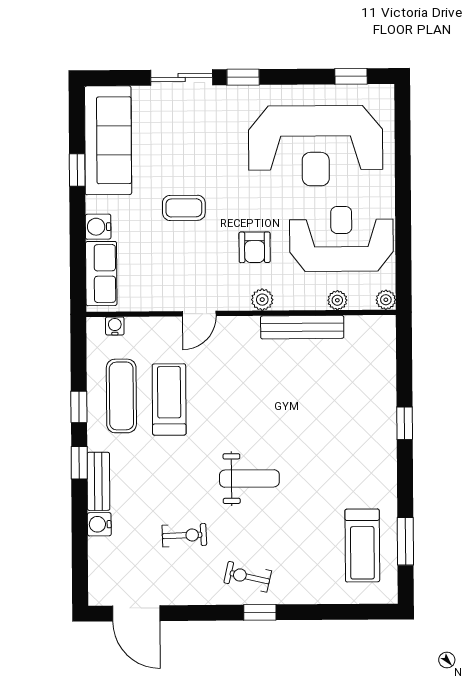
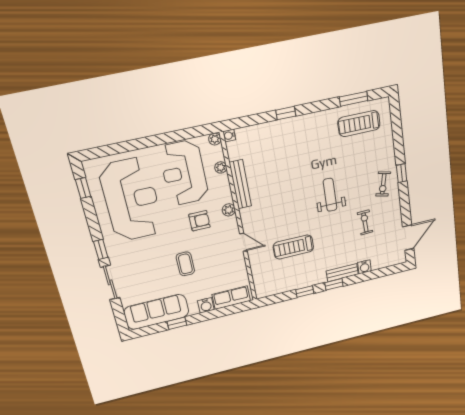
water cooler: (115, 326) -> (229, 136), moved
exercise mat: (121, 396) -> (296, 272), removed
treadmill: (362, 545) -> (359, 124), turned 180

